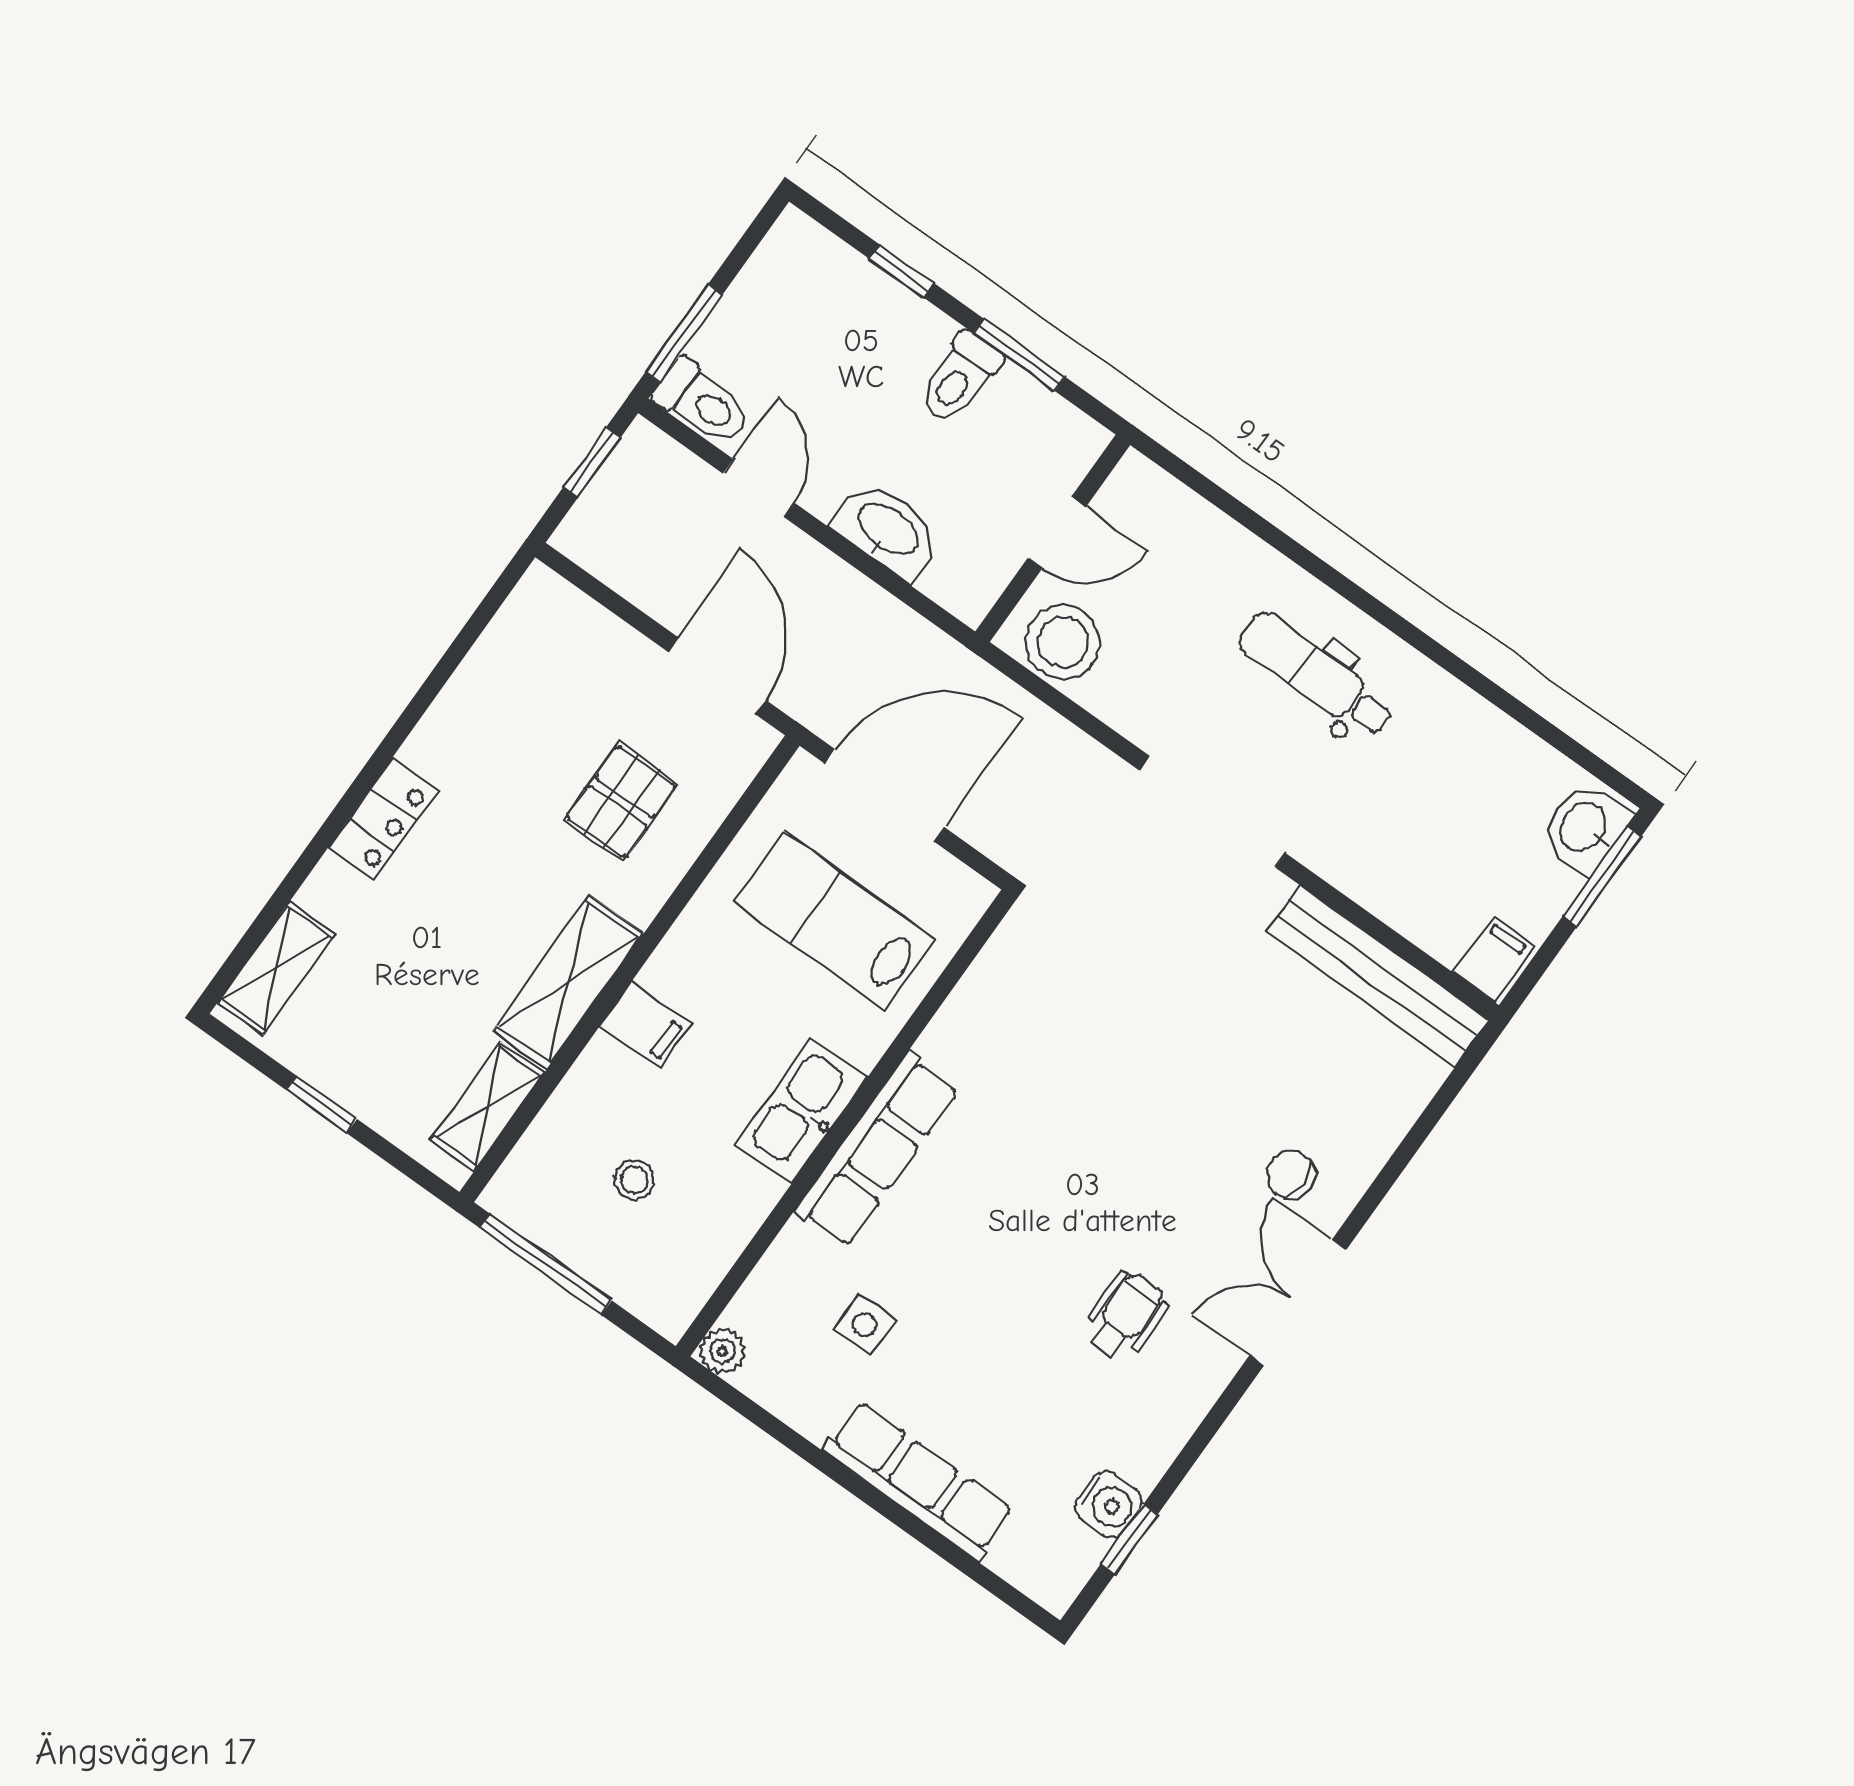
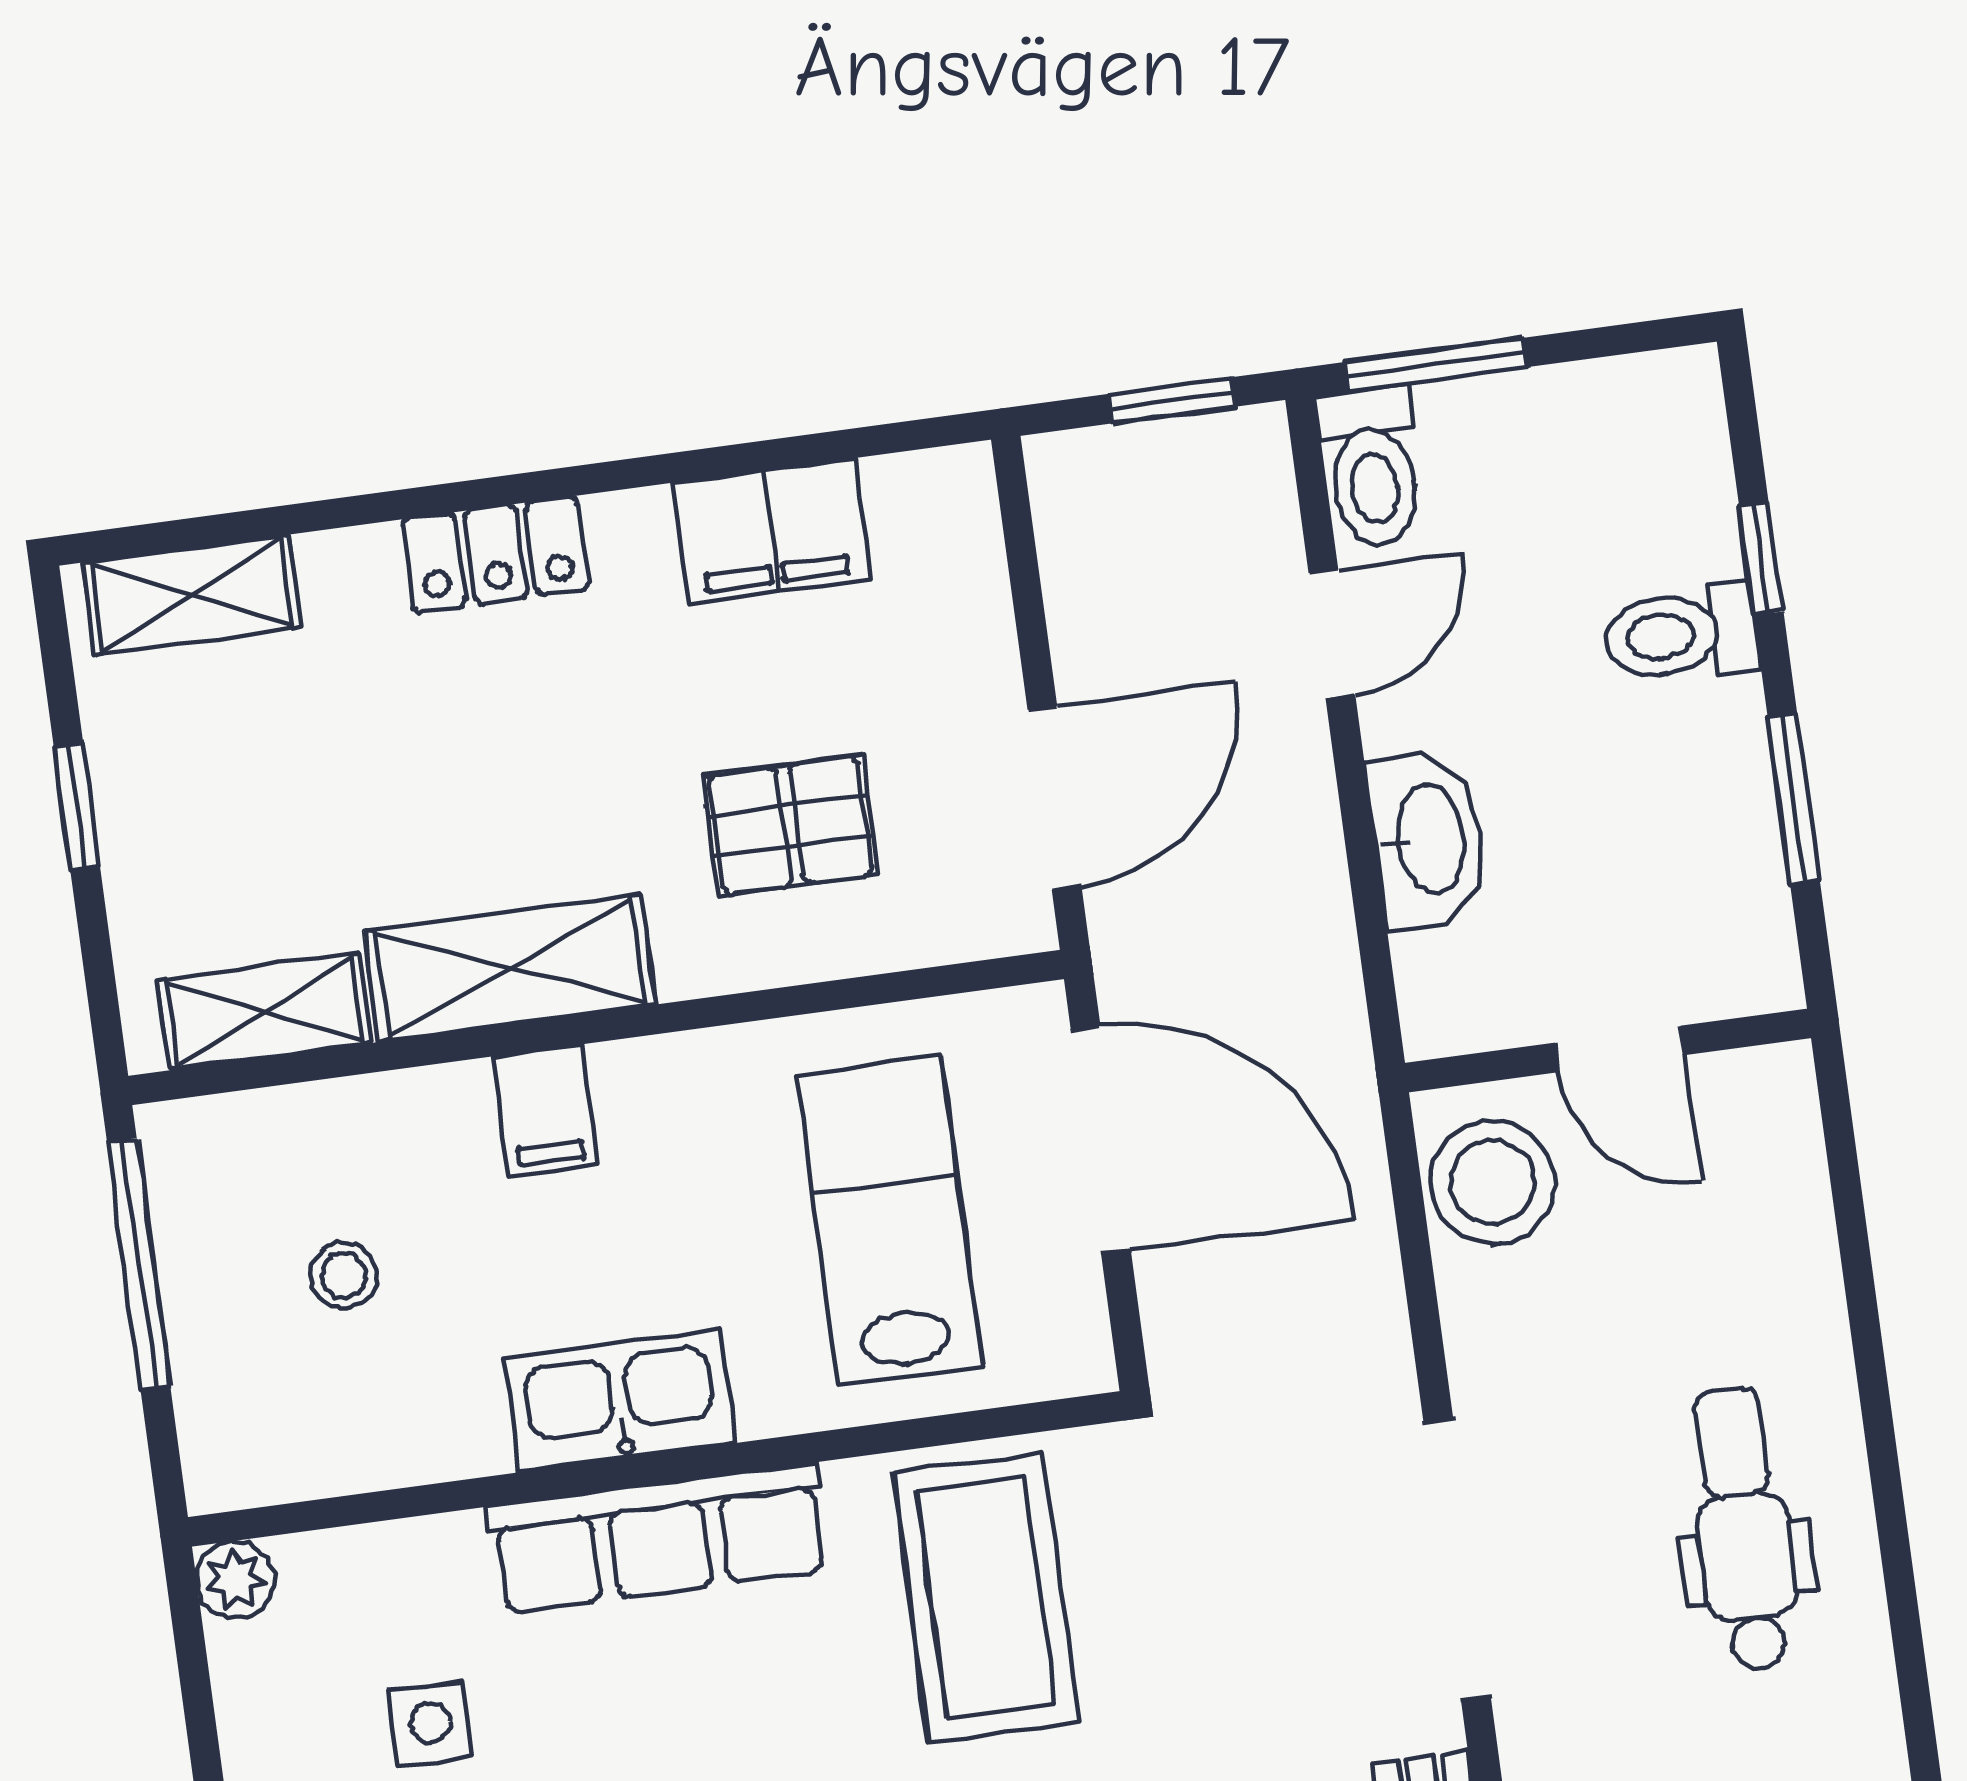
toilet: (960, 378) -> (1681, 634), moved
filing cabinet: (485, 690) -> (771, 531), added
coffee table: (1037, 1032) -> (986, 1598), added

